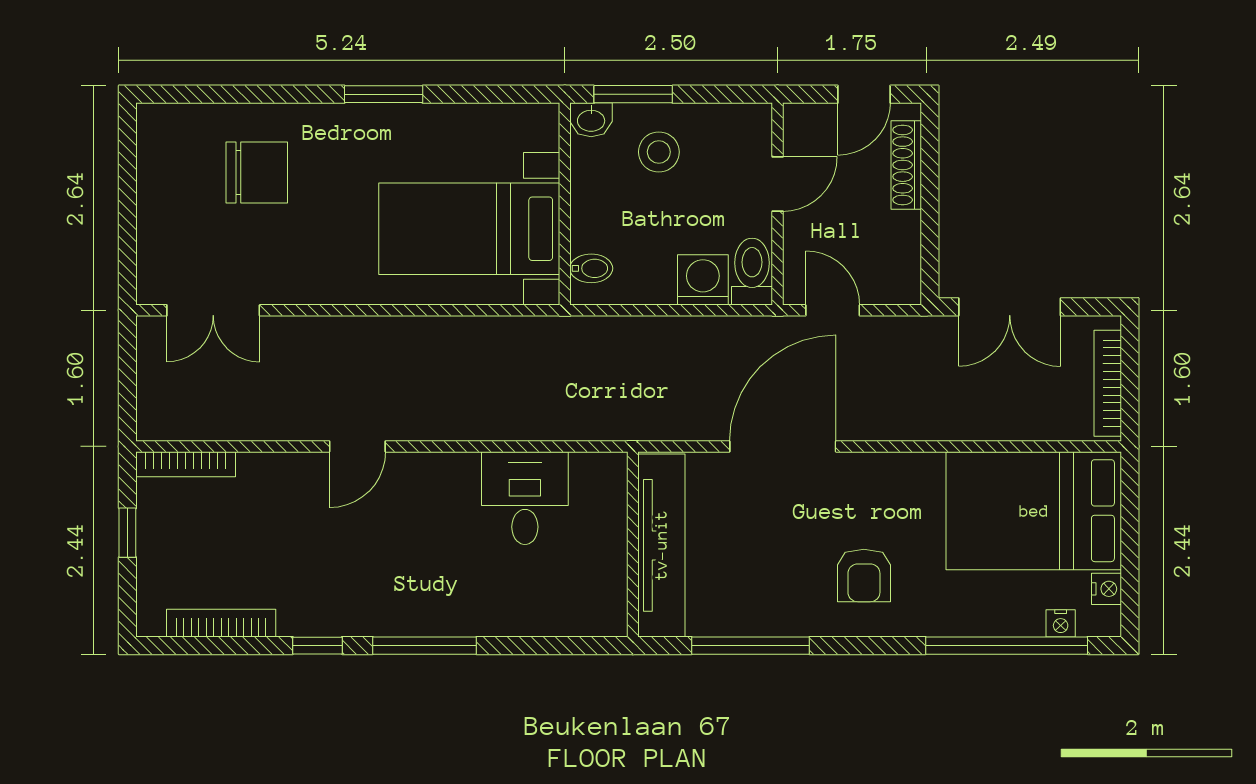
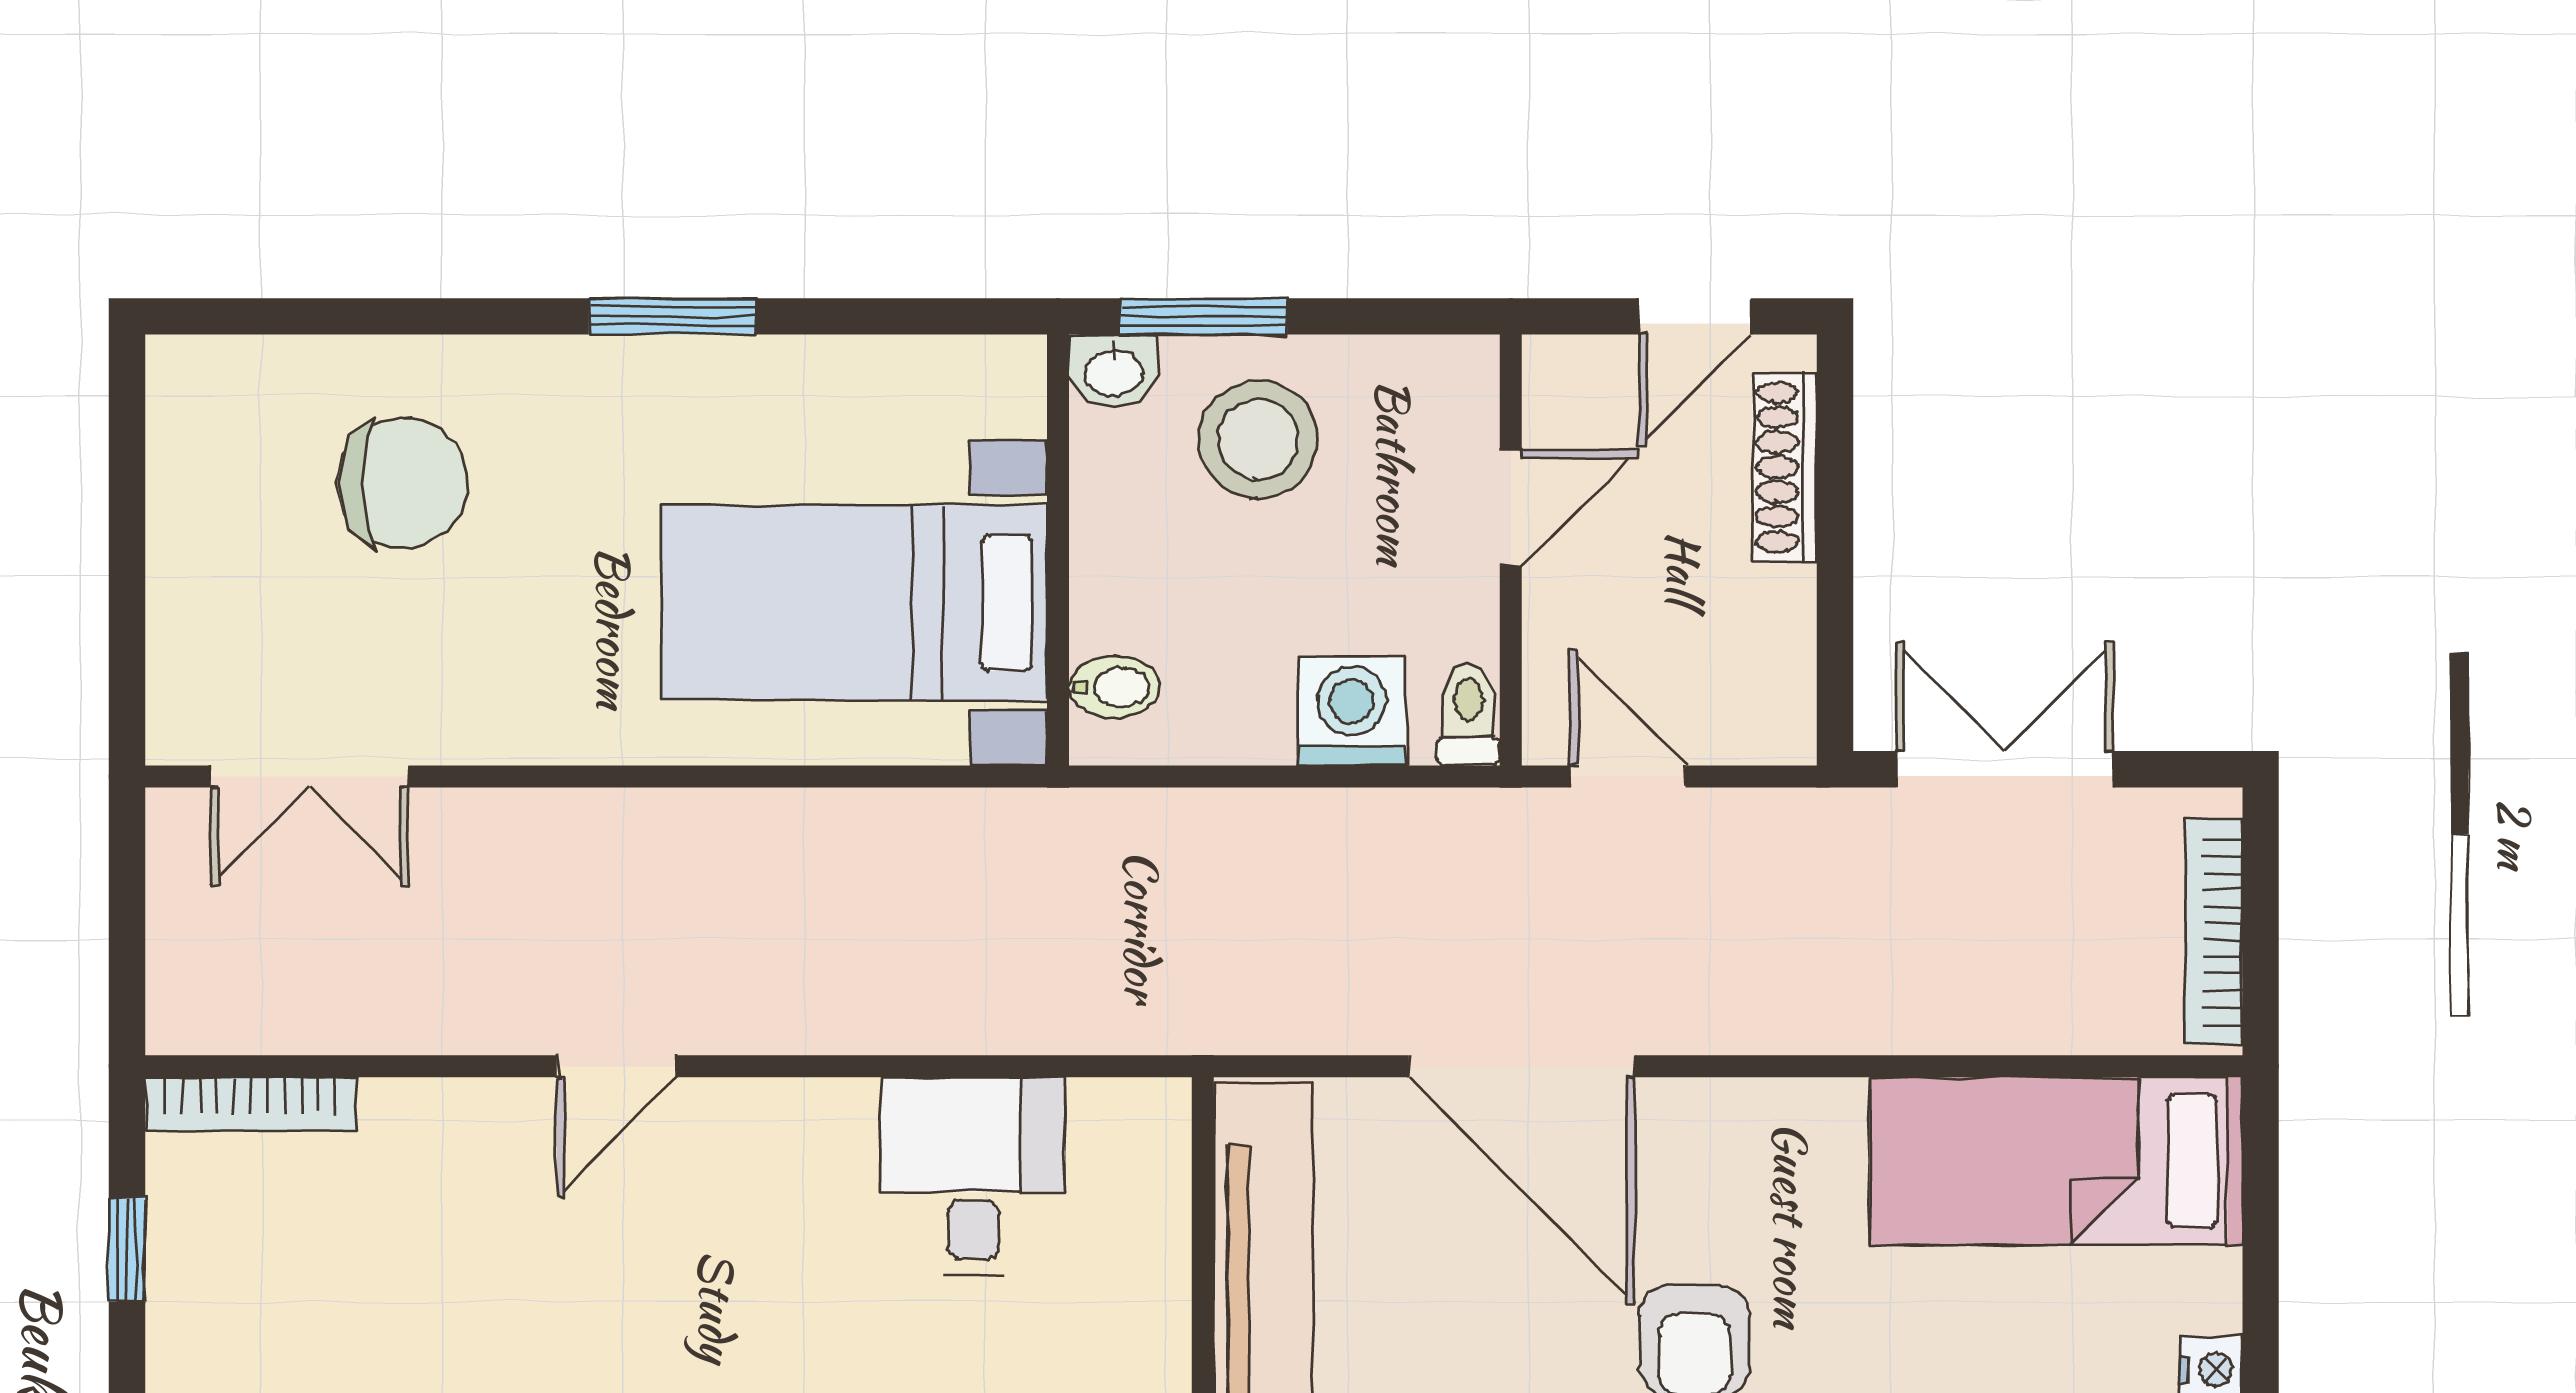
stool: (659, 152) -> (1258, 440), width x1.38, depth x1.38
toilet: (752, 272) -> (1468, 714), width x0.73, depth x0.72
double door: (1010, 307) -> (2005, 769), swing flipped
door: (783, 446) -> (1522, 1066), swing flipped
bed: (1034, 511) -> (2056, 1161), width x0.67

